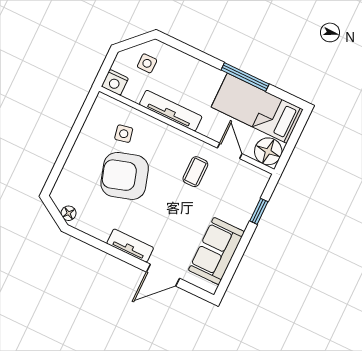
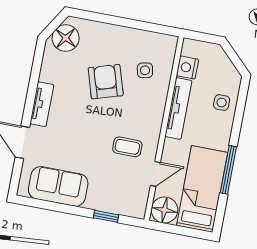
side table: (147, 63) -> (222, 103), moved
nightstand: (115, 82) -> (187, 67), moved
armchair: (125, 176) -> (106, 82), width x0.73, depth x0.73
floor lamp: (69, 213) -> (66, 38), width x1.89, depth x1.89

